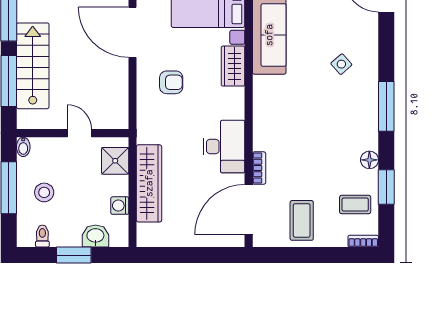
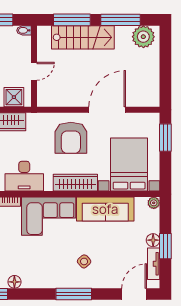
wardrobe: (233, 66) -> (75, 183), width x1.50
armchair: (171, 82) -> (71, 138), width x1.88, depth x1.88
window: (386, 106) -> (74, 294), moved
corner sofa: (279, 113) -> (49, 216), added

